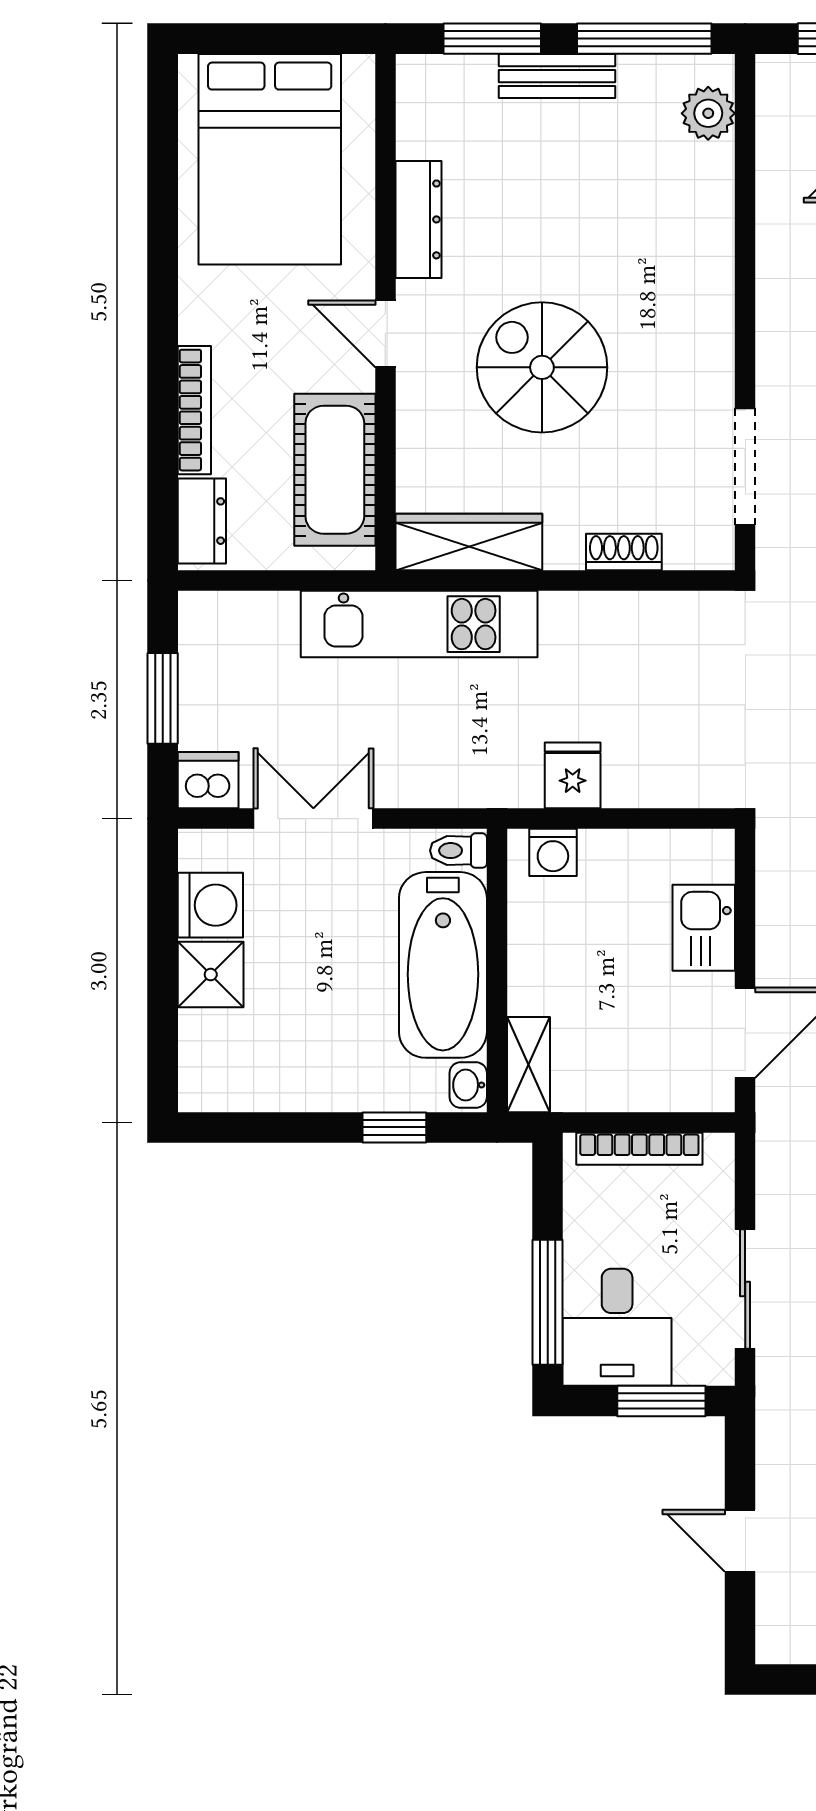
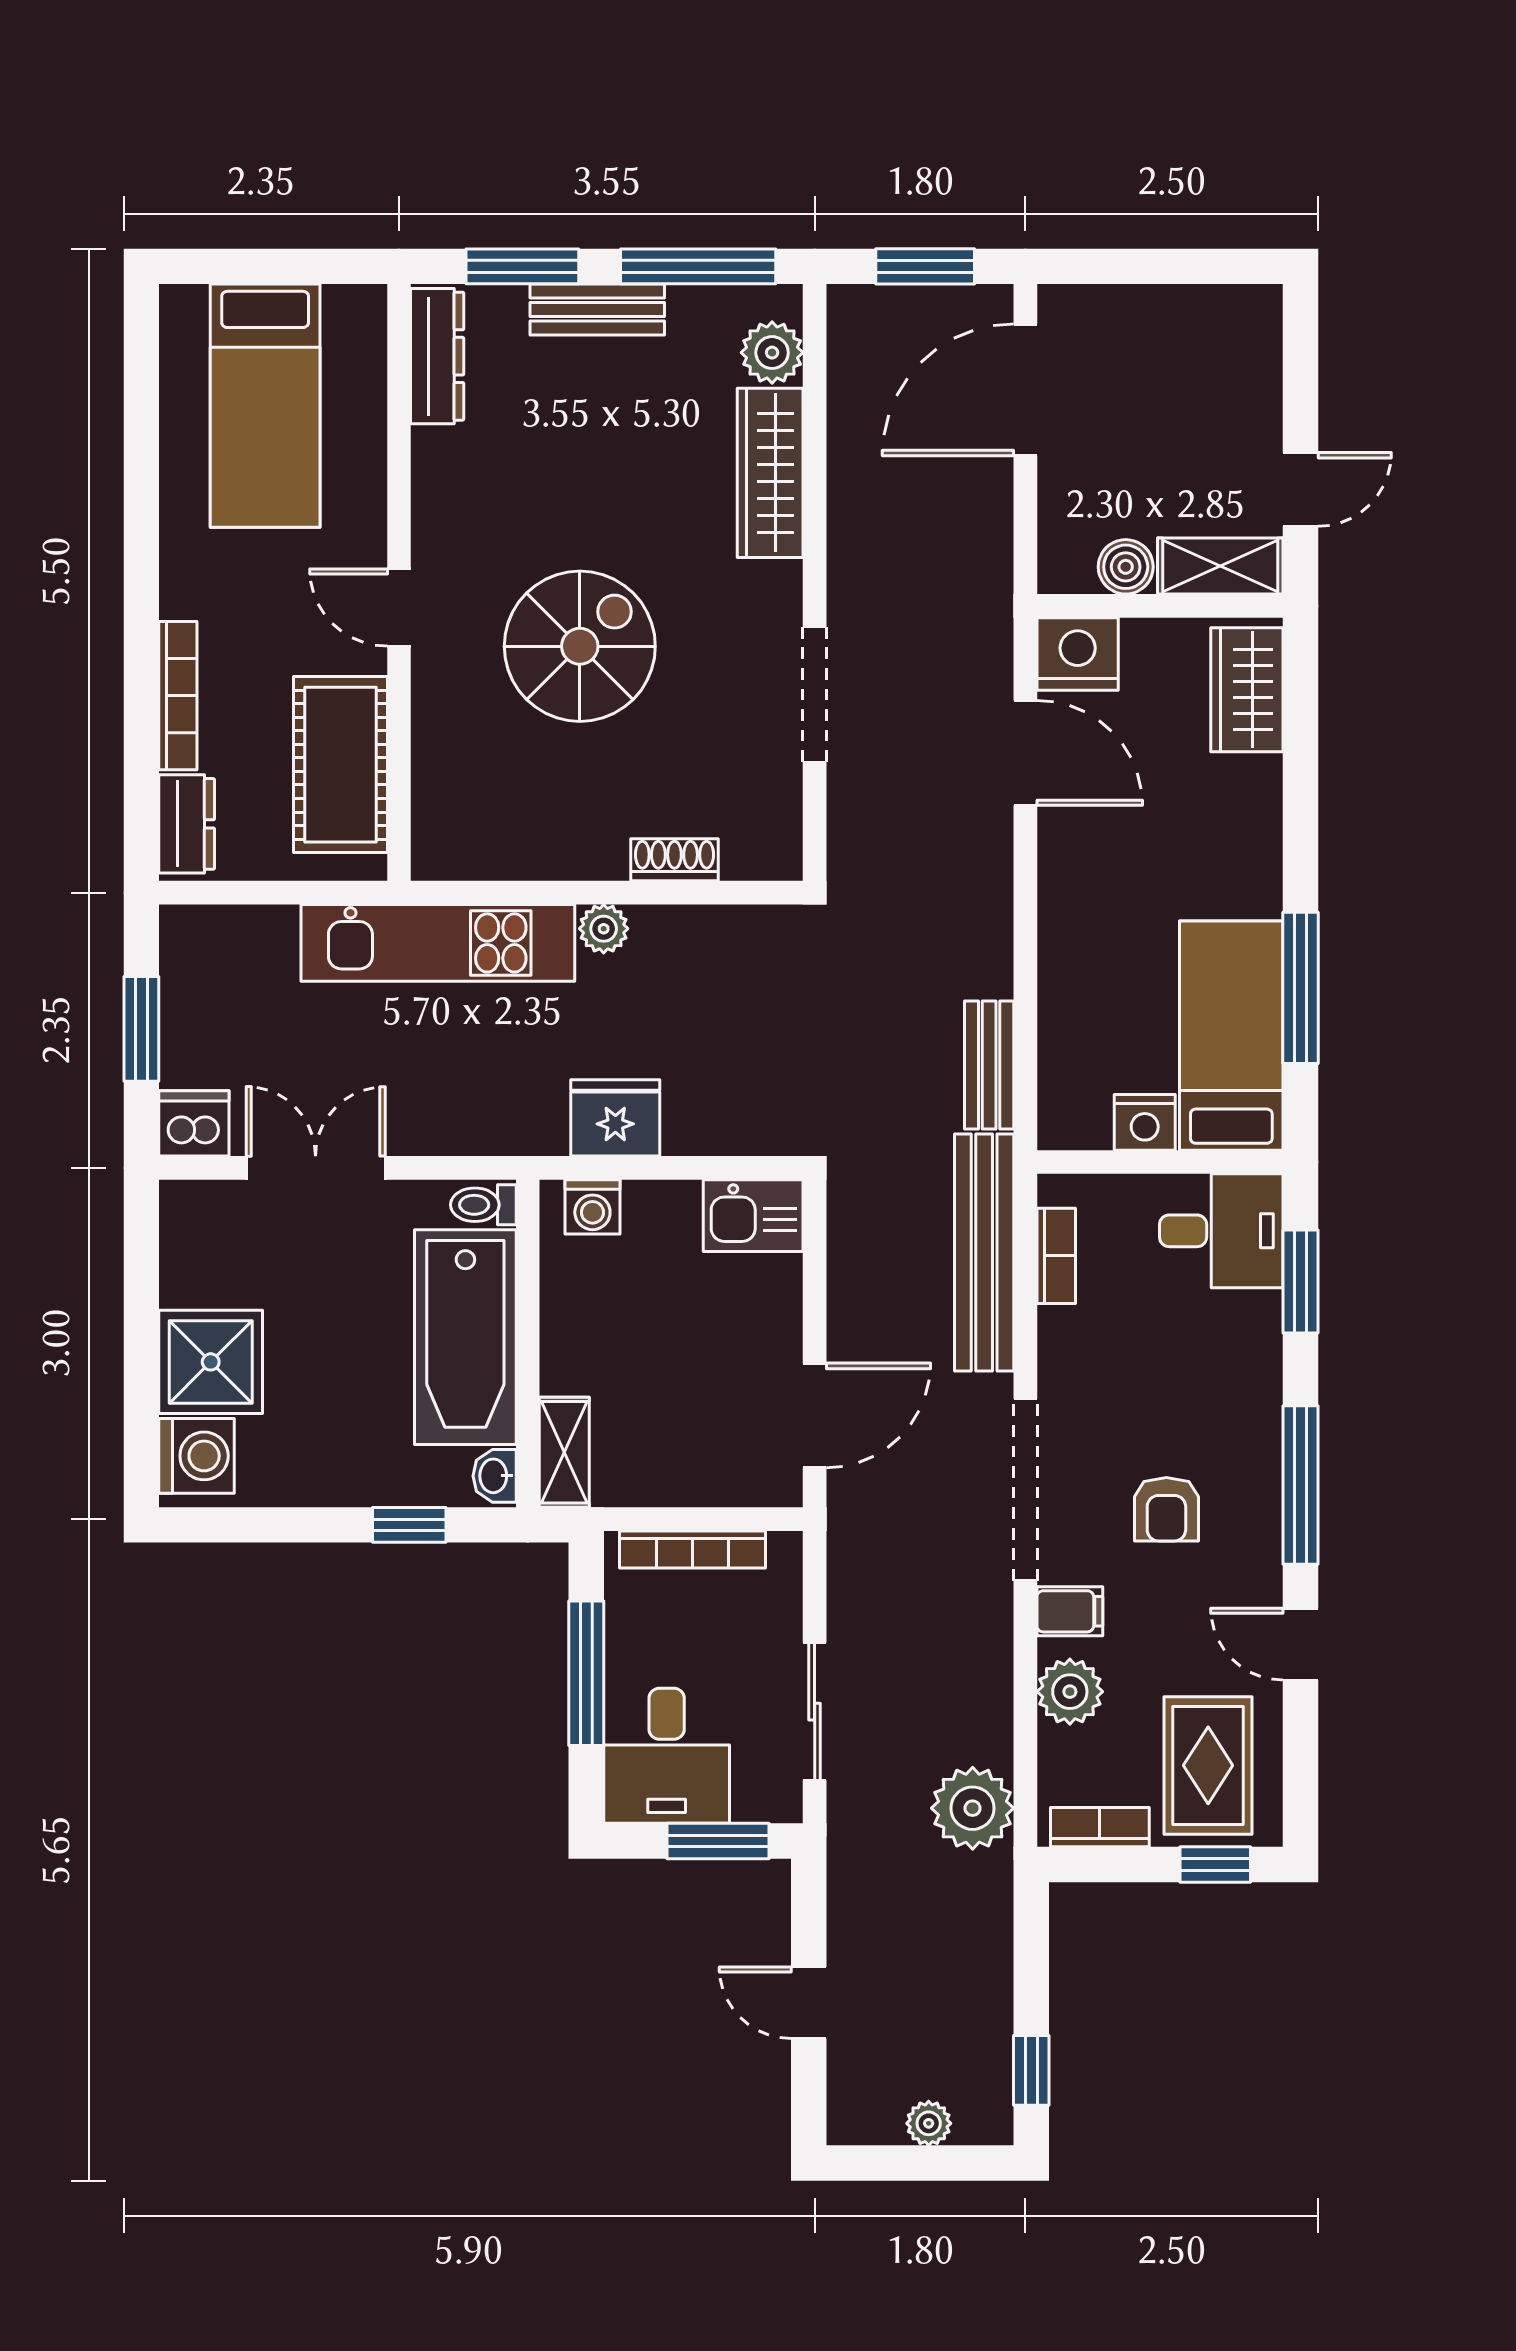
bed: (270, 159) -> (265, 406), width x0.67
dresser: (419, 219) -> (437, 356), moved
spiral stairs: (542, 367) -> (580, 646), turned 90
doorway: (745, 467) -> (815, 694), moved
wardrobe: (469, 542) -> (770, 473), moved, turned -90
plant: (563, 612) -> (604, 929), added
fridge: (573, 775) -> (615, 1118), width x1.38
washing machine: (210, 905) -> (197, 1456), moved
kitchen sink: (704, 928) -> (753, 1216), moved, turned -90
shower: (211, 975) -> (211, 1362), width x1.36, depth x1.36
window: (548, 1302) -> (586, 1673), moved

